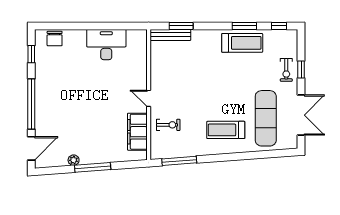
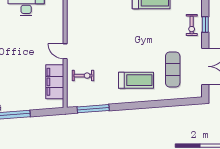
exercise mat: (266, 118) -> (173, 70), width x0.73, depth x0.69
treadmill: (226, 130) -> (136, 80), turned 180

